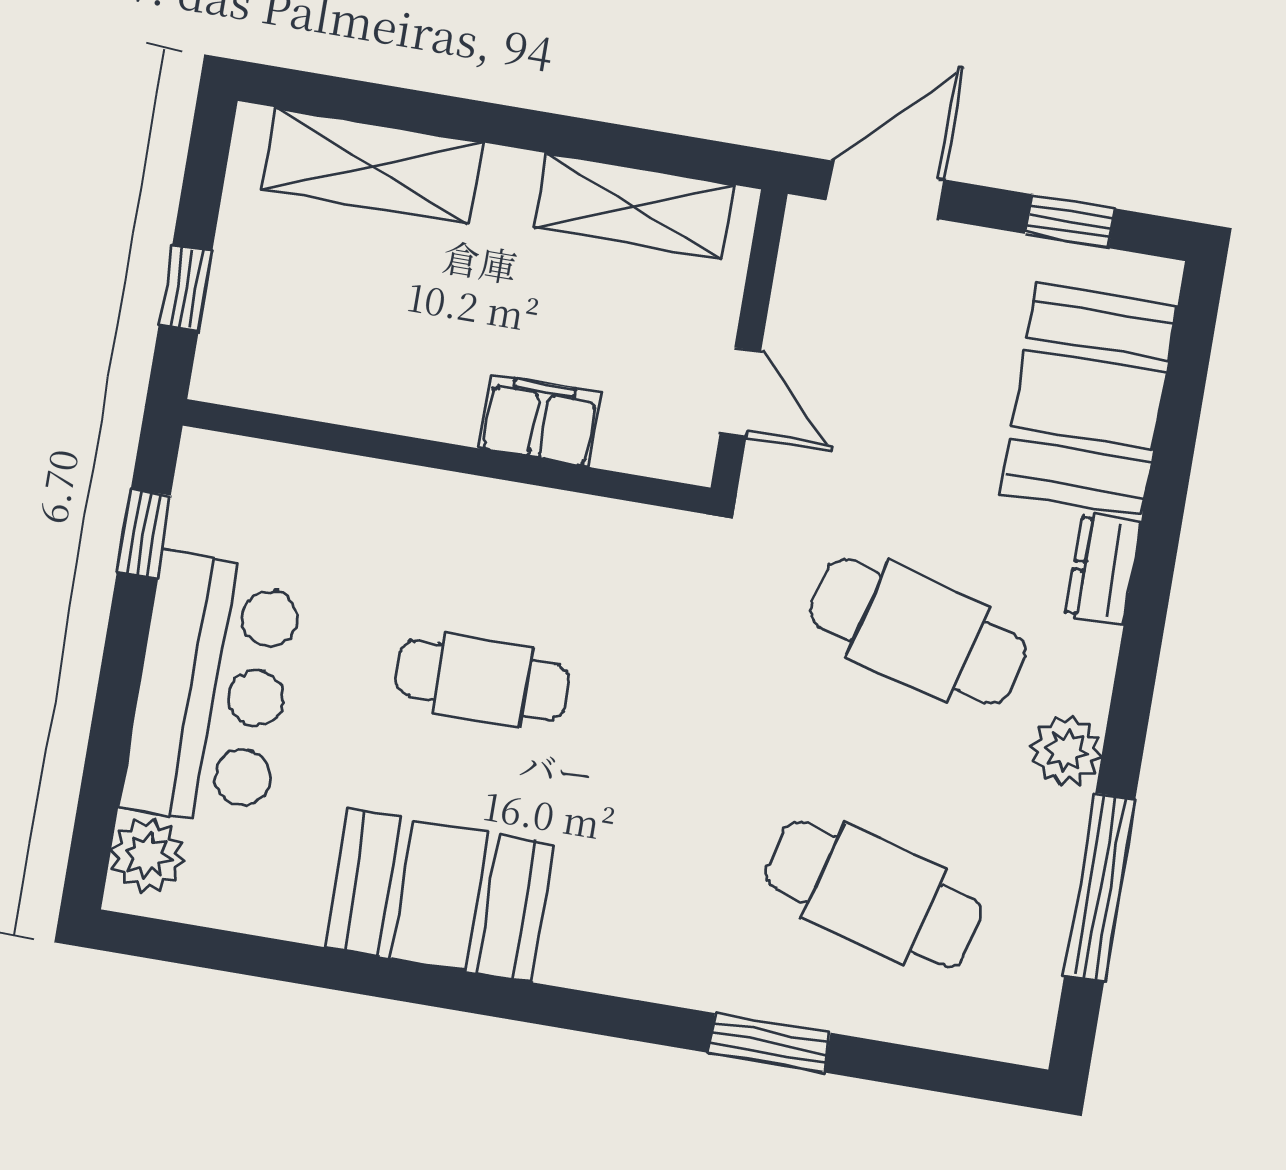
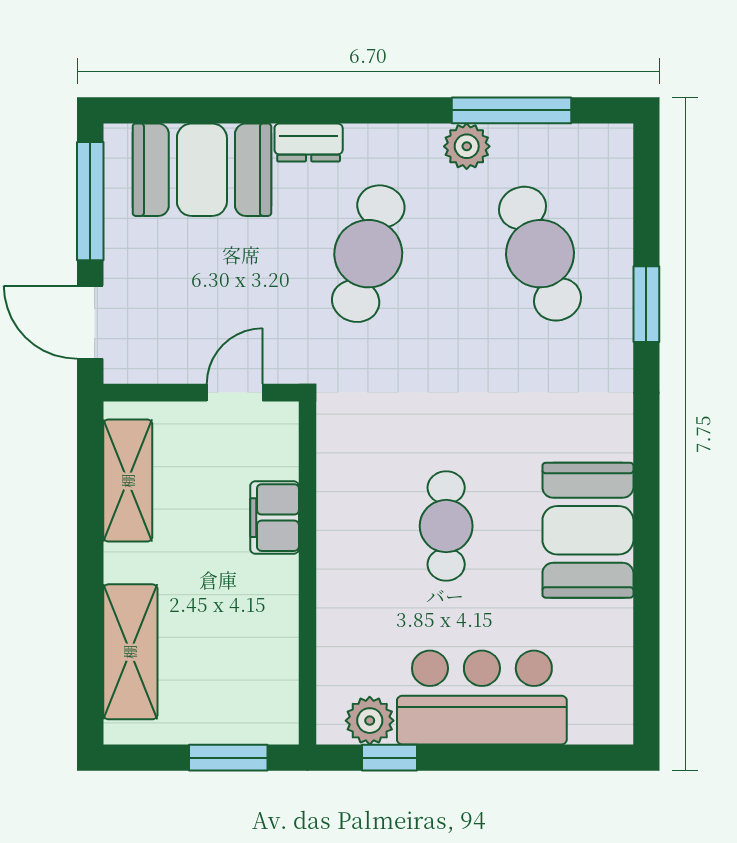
window: (1070, 221) -> (90, 201), width x2.17
window: (185, 288) -> (228, 758), width x1.50
plant: (1066, 751) -> (467, 146), moved
plant: (147, 856) -> (370, 721), moved
cafe table: (874, 894) -> (540, 254), turned -36

